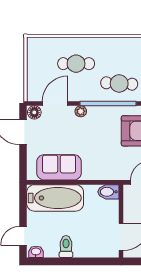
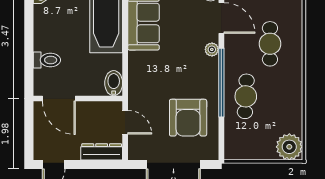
toilet: (66, 247) -> (47, 60), moved

